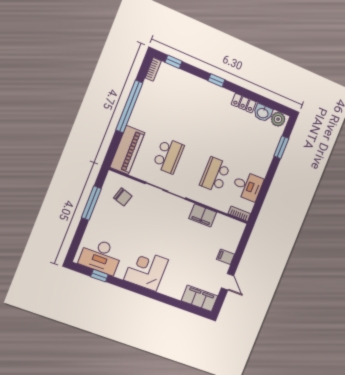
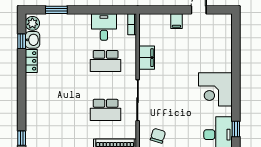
window: (216, 80) -> (22, 41), moved
school desk: (168, 156) -> (106, 110), turned 180
filing cabinet: (200, 298) -> (224, 30), removed

